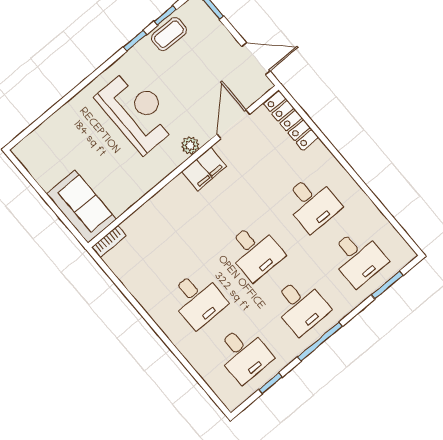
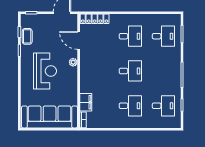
reception desk: (137, 111) -> (45, 71), turned 90
filing cabinet: (204, 169) -> (86, 102), moved
sofa: (81, 207) -> (50, 117), width x1.85, depth x1.27
desk: (301, 306) -> (163, 71), removed

